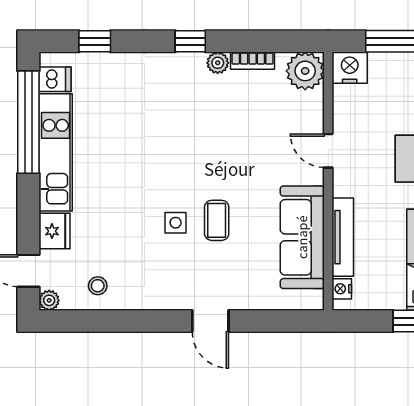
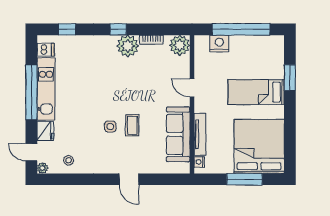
plant: (218, 63) -> (128, 46), width x1.88, depth x1.88
nightstand: (350, 68) -> (219, 43), moved
window: (28, 122) -> (31, 92), moved

